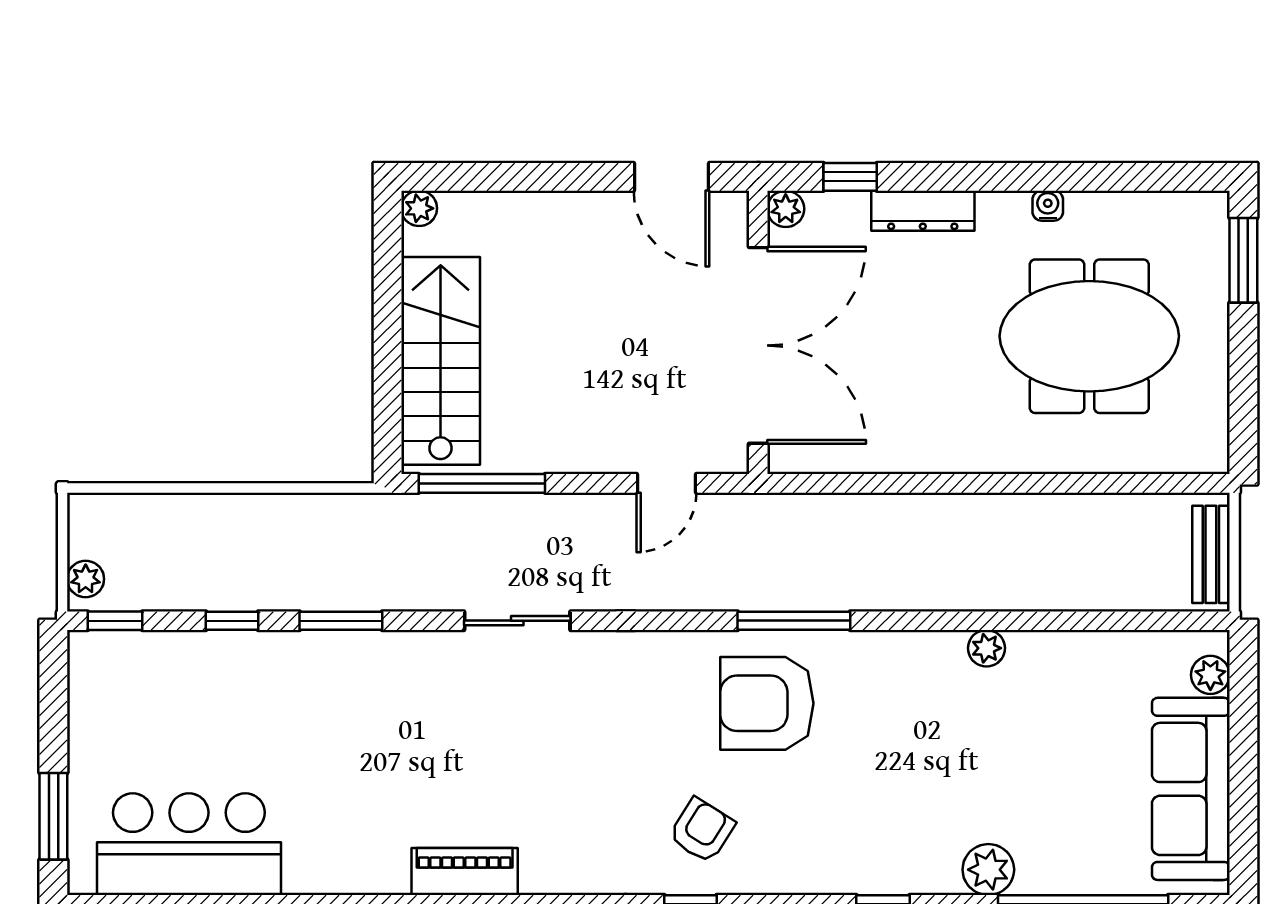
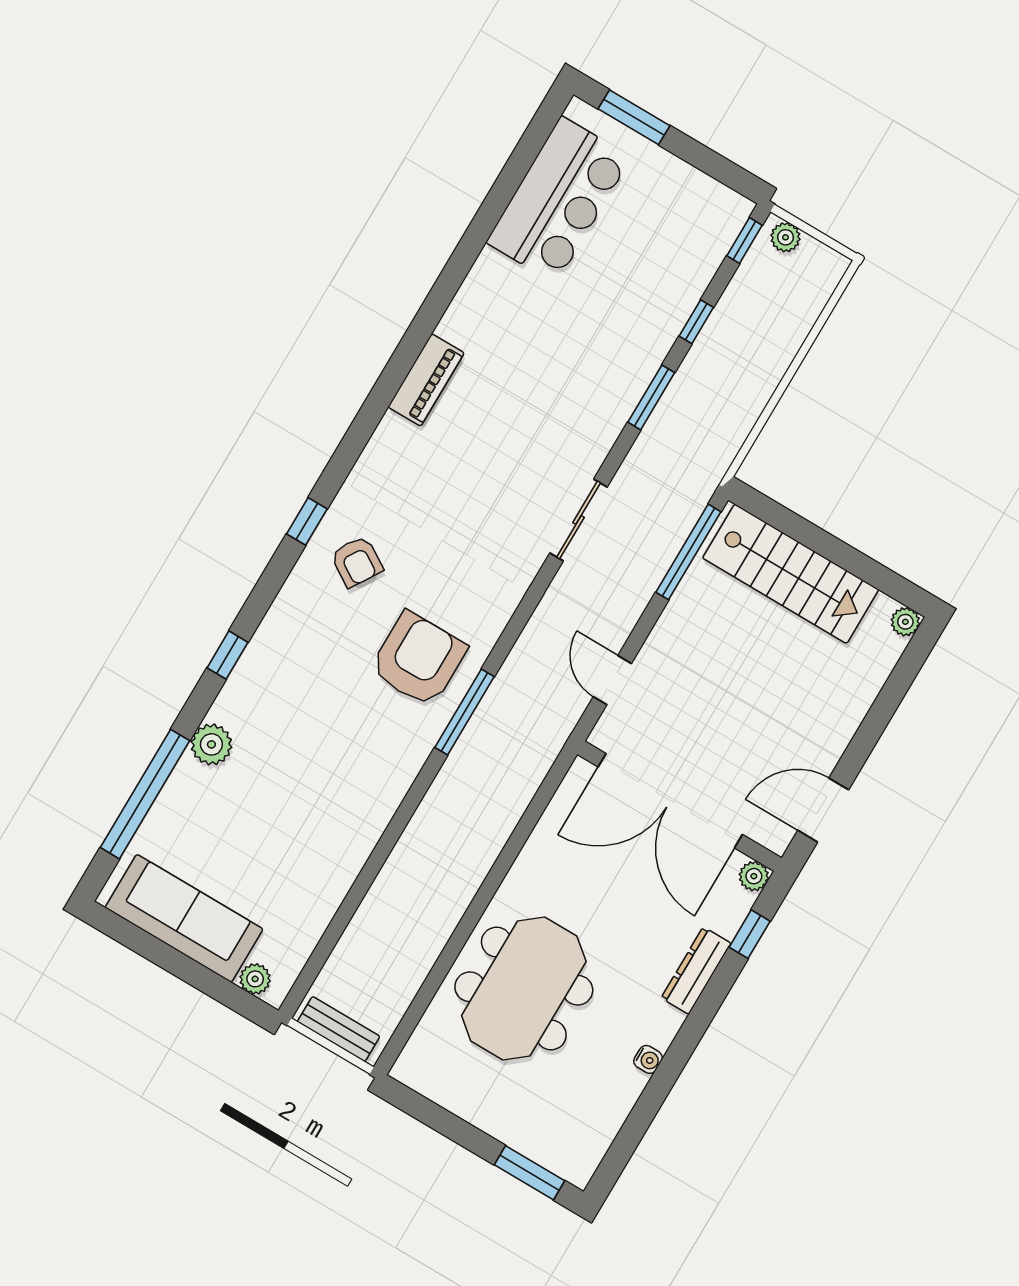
meeting table: (1089, 336) -> (524, 988), moved
plant: (986, 648) -> (366, 834), removed

